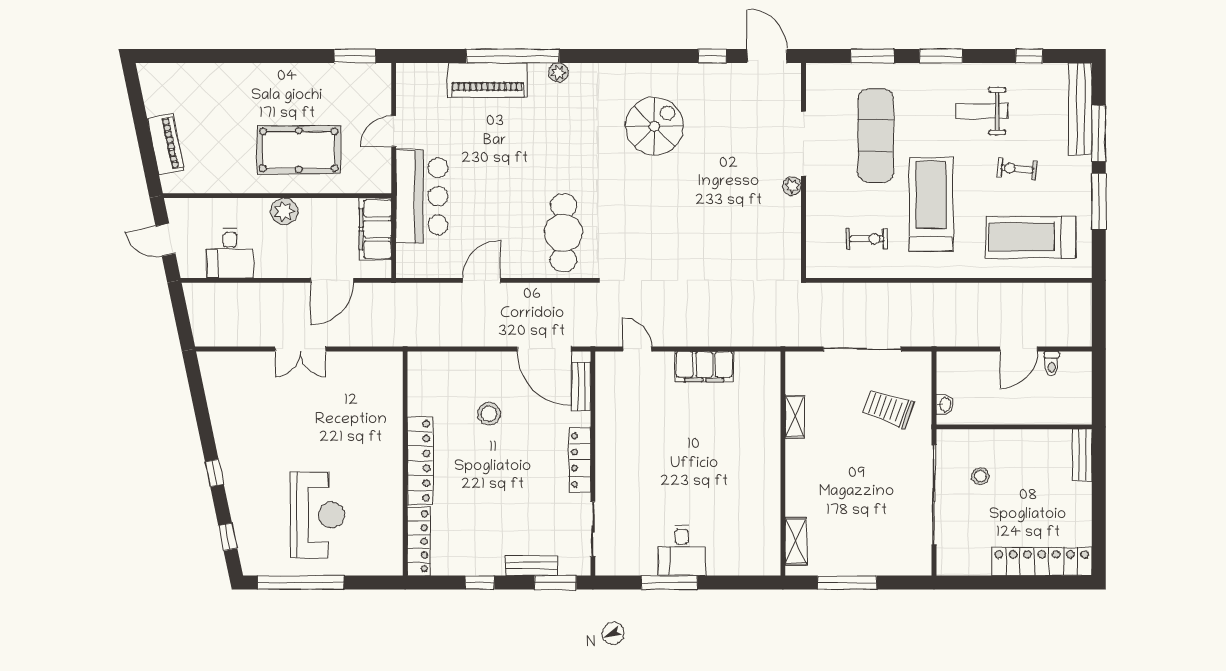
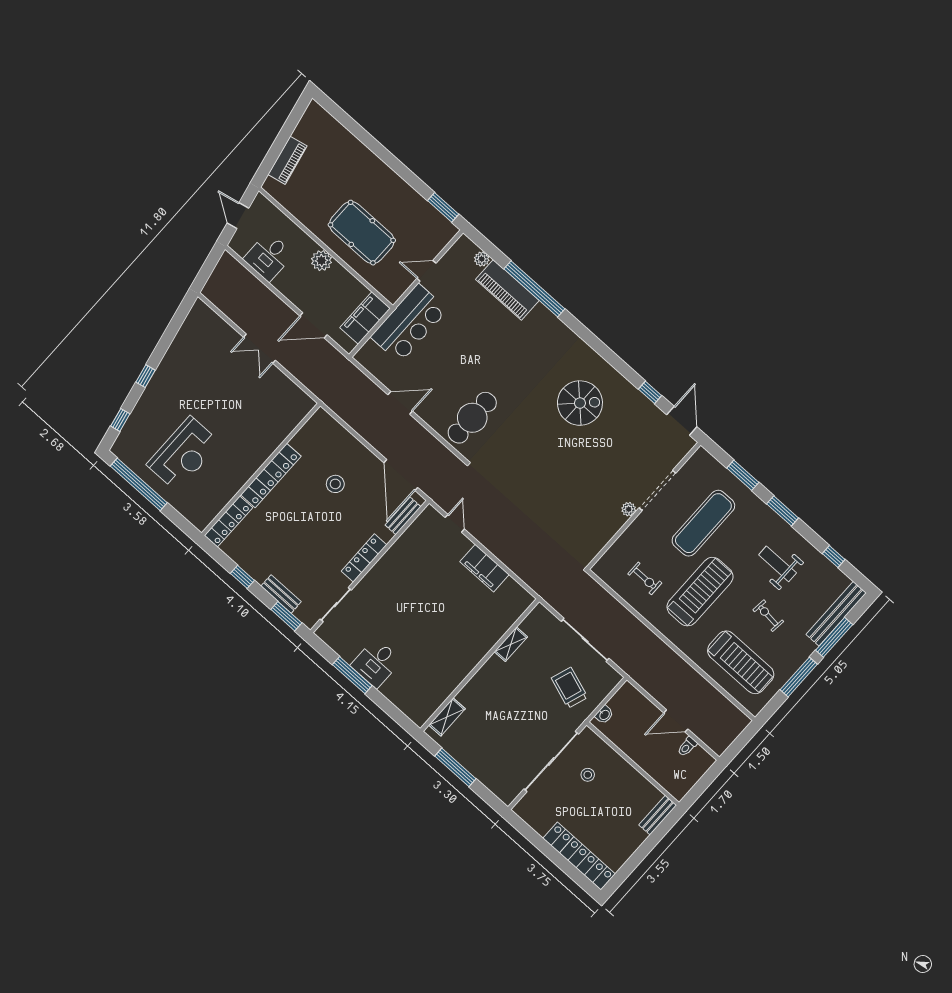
plant: (558, 72) -> (482, 259), moved
treadmill: (1031, 237) -> (741, 662), turned 180

